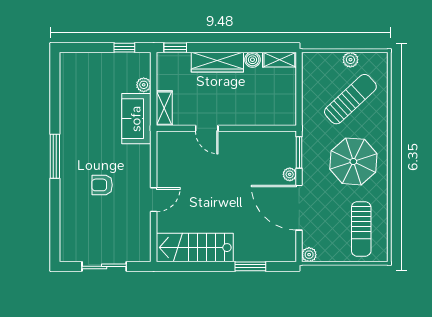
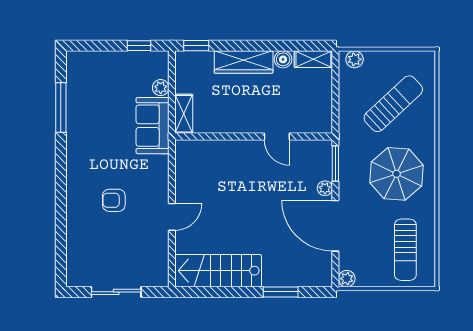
plant: (350, 60) -> (355, 59), moved
door: (207, 128) -> (277, 136), moved
window: (55, 156) -> (61, 108), moved

